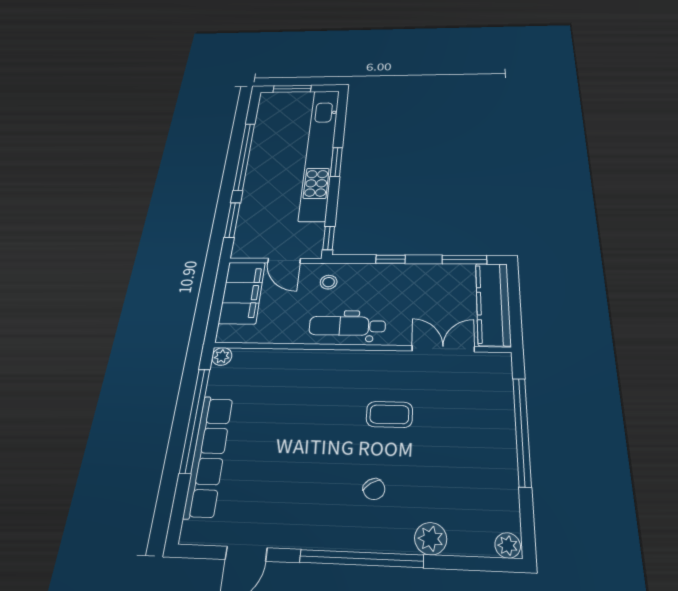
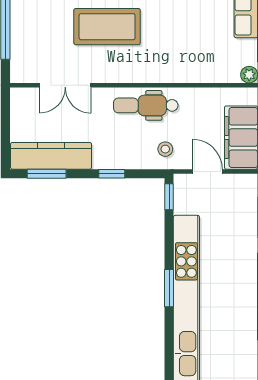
kitchen counter: (493, 304) -> (51, 156), moved, turned -90
dental chair: (347, 326) -> (146, 105), turned 180
coffee table: (389, 414) -> (107, 27), width x1.86, depth x1.72

